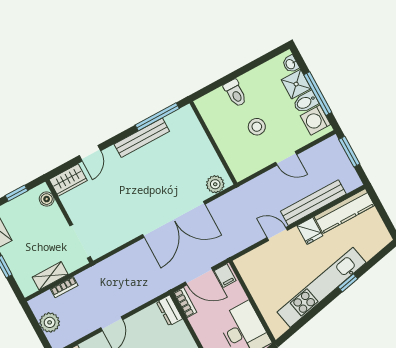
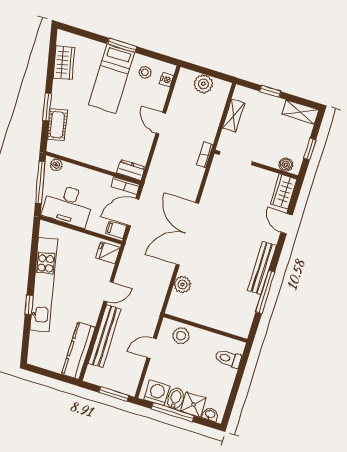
stool: (257, 127) -> (181, 336), moved
wall: (213, 143) -> (205, 328), moved
fridge: (310, 231) -> (108, 253), moved
bookcase: (64, 287) -> (205, 155), moved

